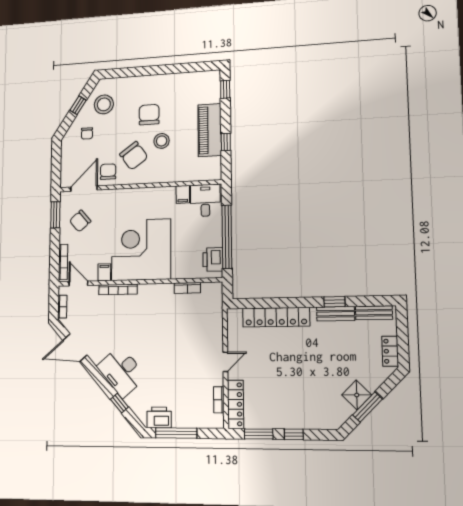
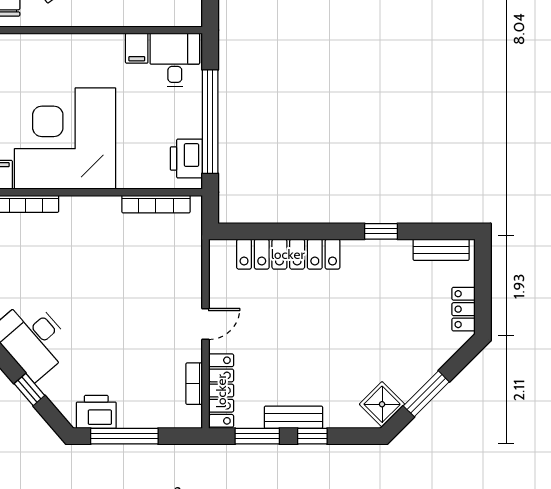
bookcase: (187, 288) -> (156, 204), width x1.56
bench: (336, 314) -> (293, 417), moved
shower: (357, 395) -> (382, 404), moved

